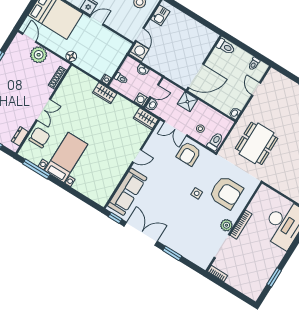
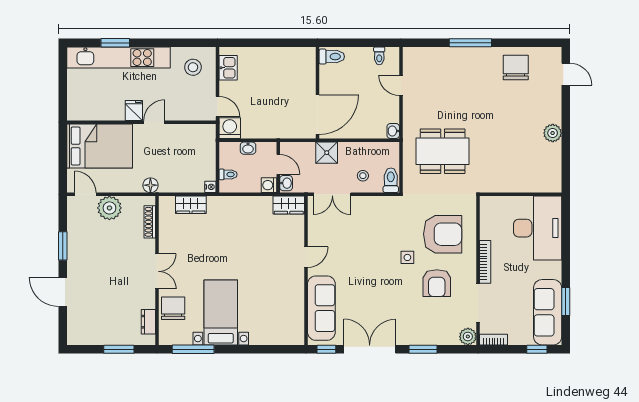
door: (154, 91) -> (278, 164), hinge flipped
wardrobe: (105, 93) -> (191, 205), moved
dining table: (257, 143) -> (443, 151), turned 90
armchair: (189, 154) -> (437, 283), moved
plant: (226, 225) -> (468, 337), moved
sofa: (260, 277) -> (548, 312), added
window: (240, 295) -> (537, 349), added

